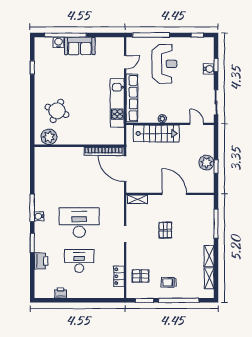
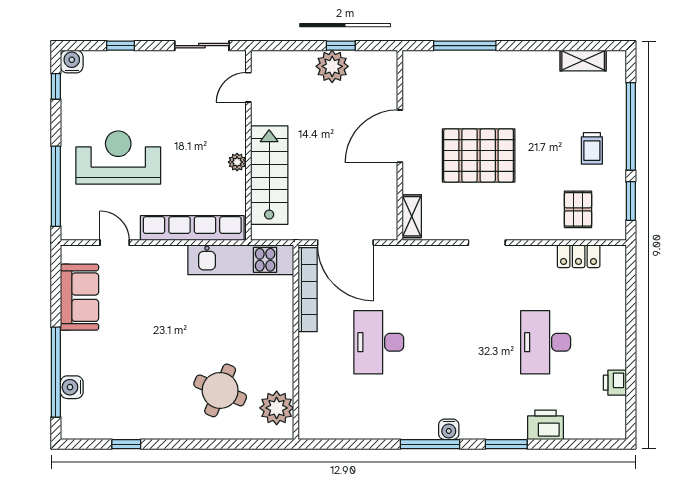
sofa: (80, 46) -> (79, 297), moved
water cooler: (209, 69) -> (72, 62), moved
kitchen unit: (117, 103) -> (241, 260), moved
door: (125, 169) -> (345, 243), hinge flipped
desk: (79, 223) -> (379, 342), moved, width x0.73, depth x0.77
pallet: (165, 230) -> (479, 155), width x2.05, depth x2.00
shelving: (209, 256) -> (535, 61), removed

